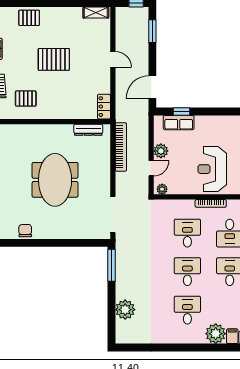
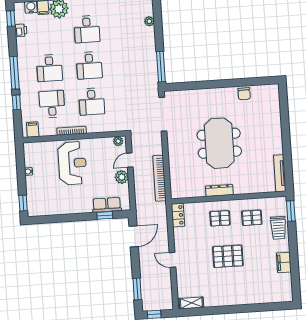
pallet: (29, 18) -> (220, 218), moved
dresser: (88, 130) -> (219, 190), moved
plant: (125, 310) -> (149, 21), width x0.53, depth x0.53

